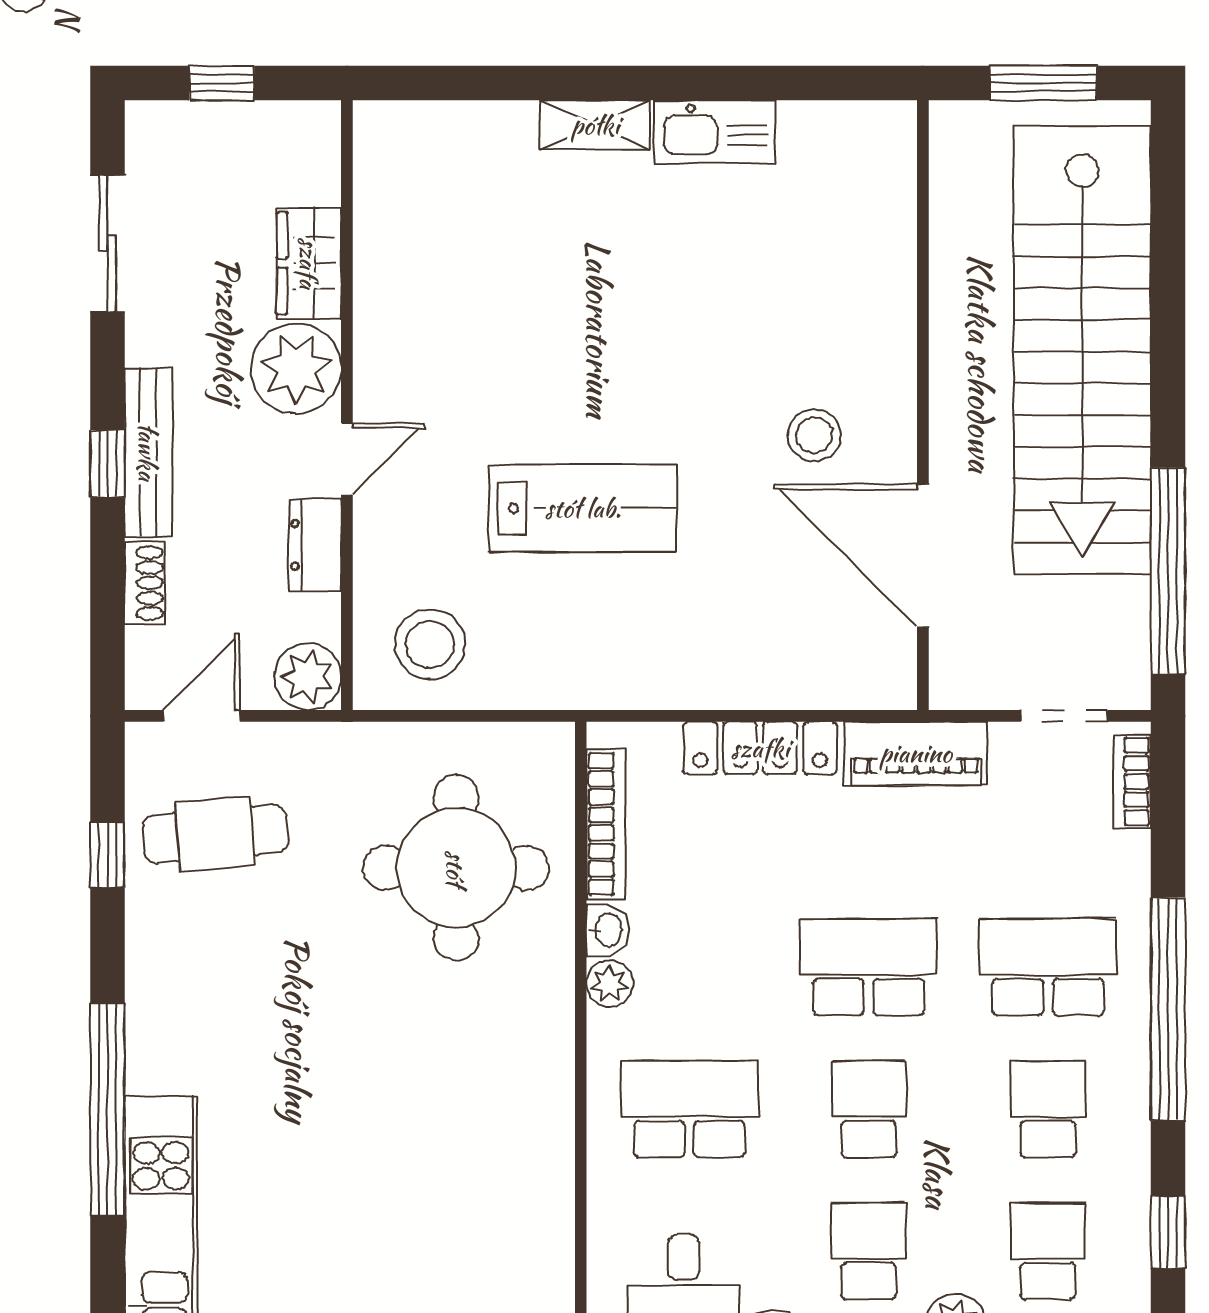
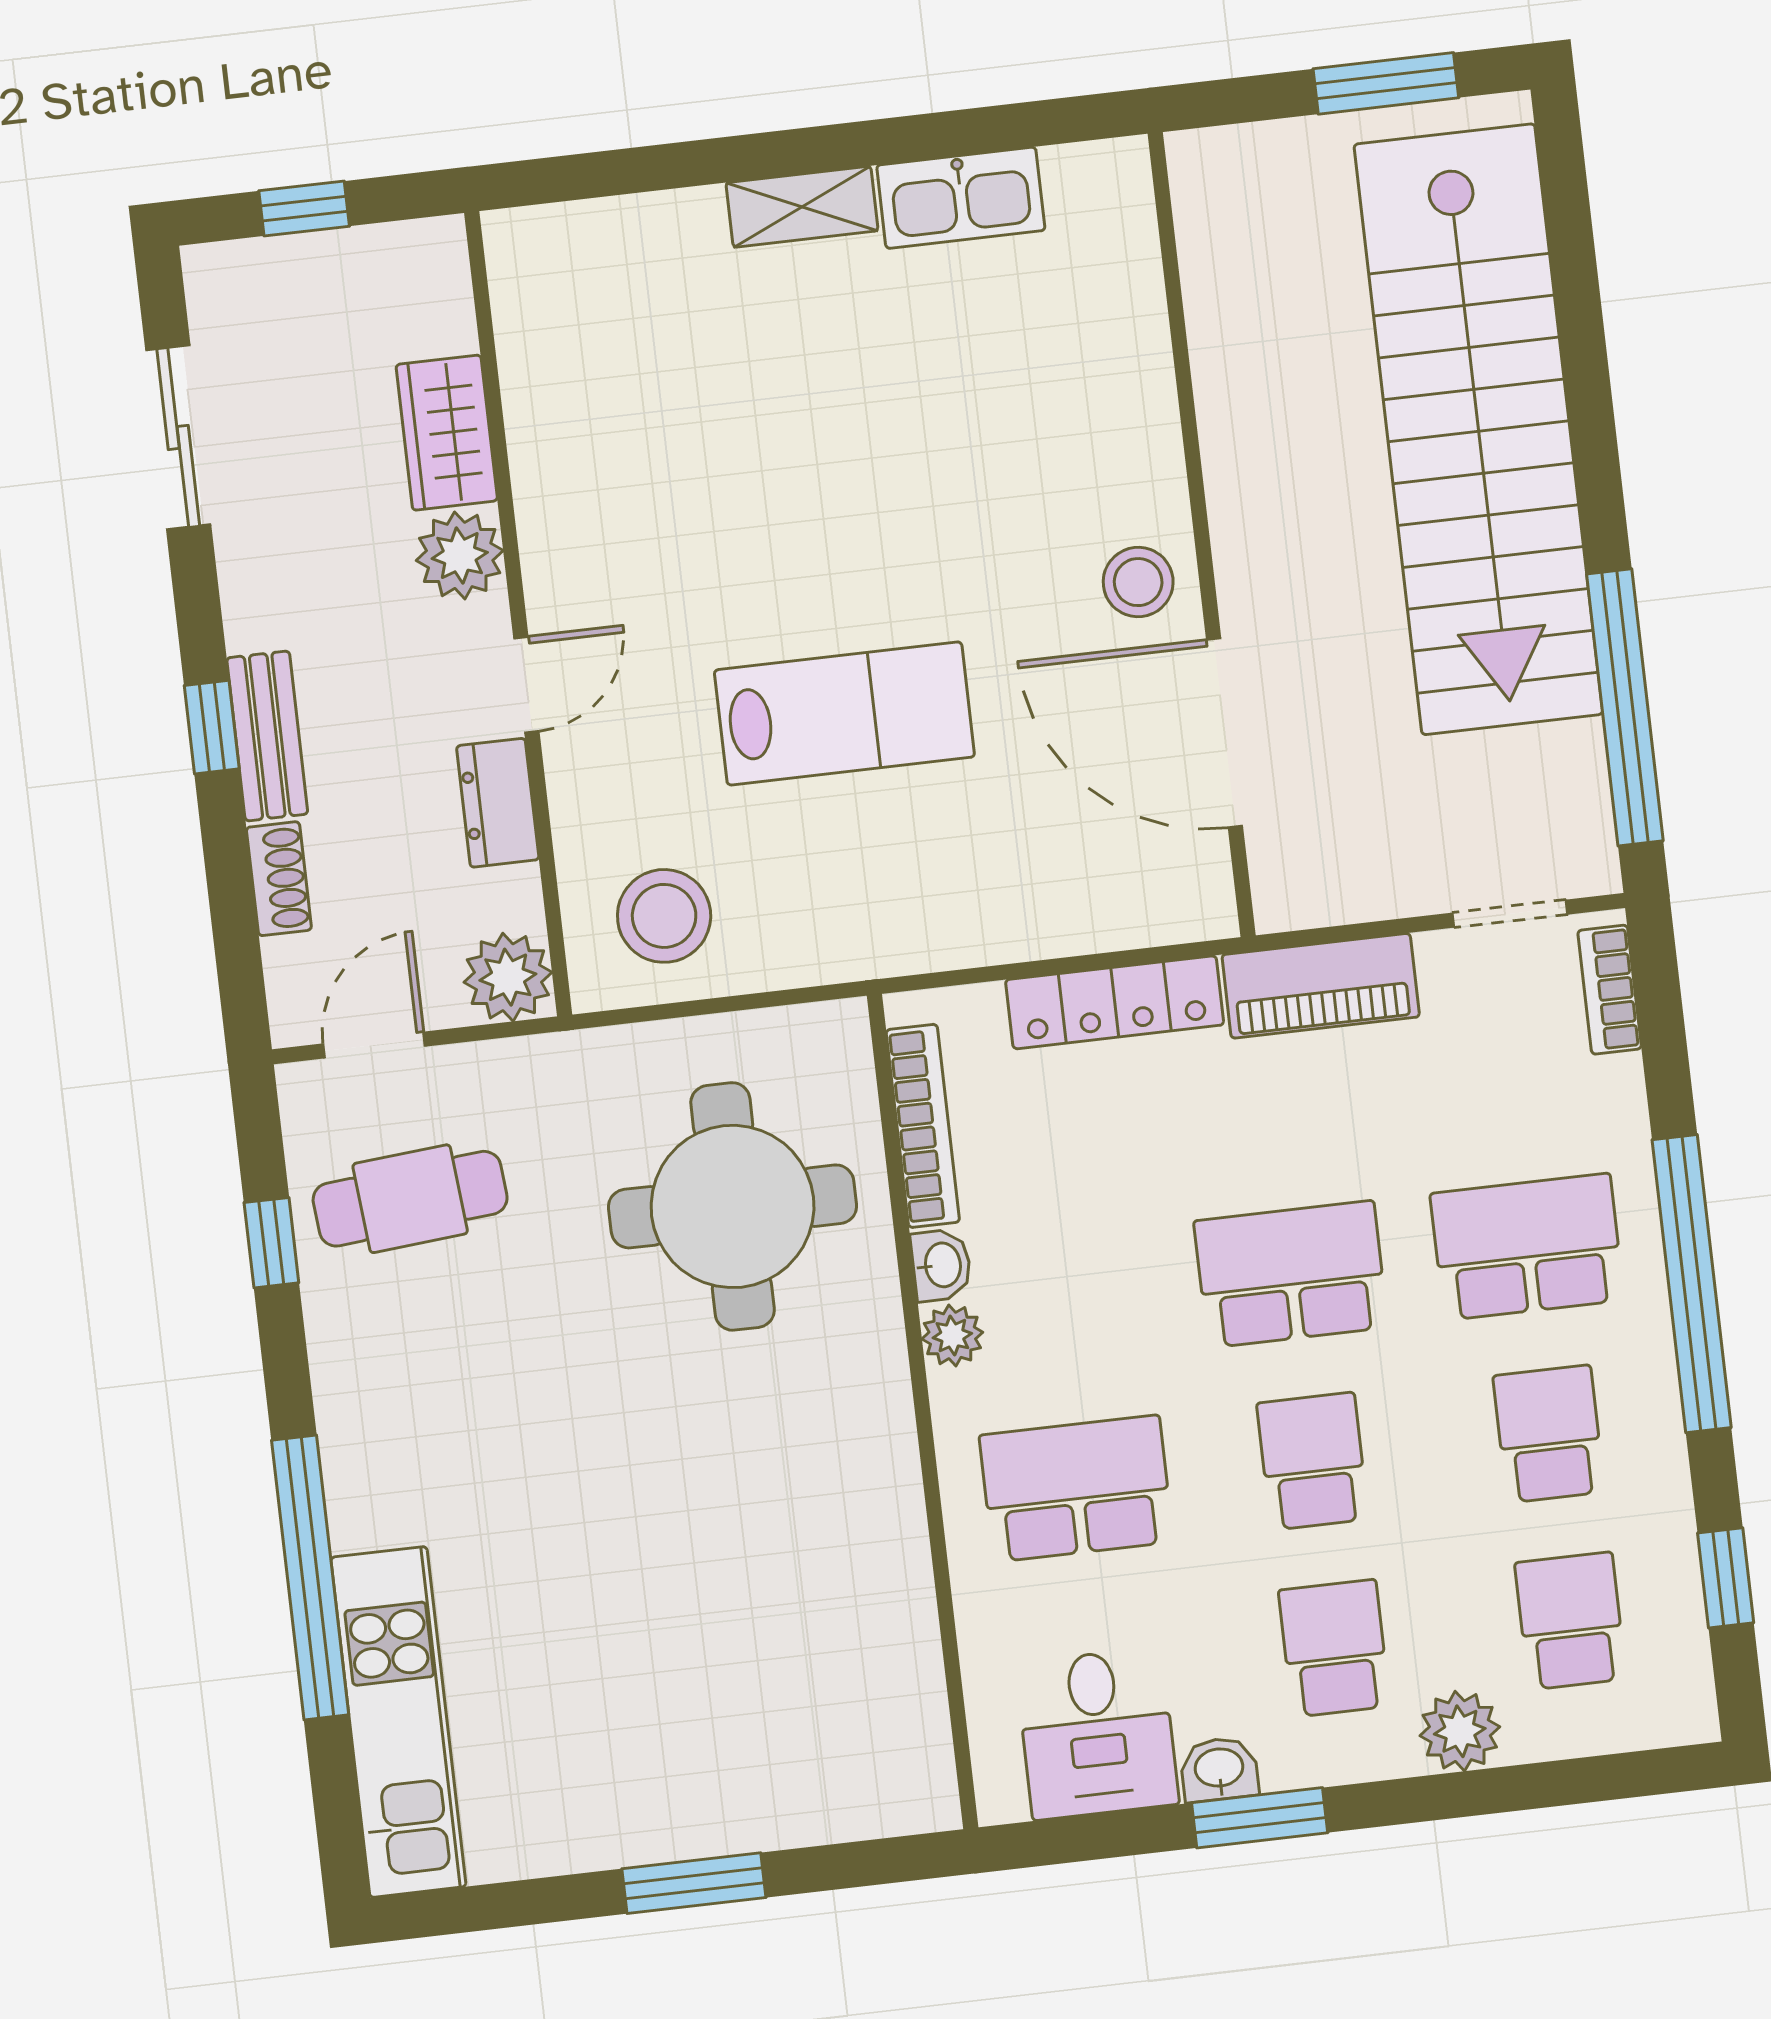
plant: (296, 368) -> (460, 555), width x0.73, depth x0.73
wall: (923, 405) -> (1202, 535), moved
bench: (148, 452) -> (267, 736), width x0.73
door: (923, 556) -> (1225, 733), moved

